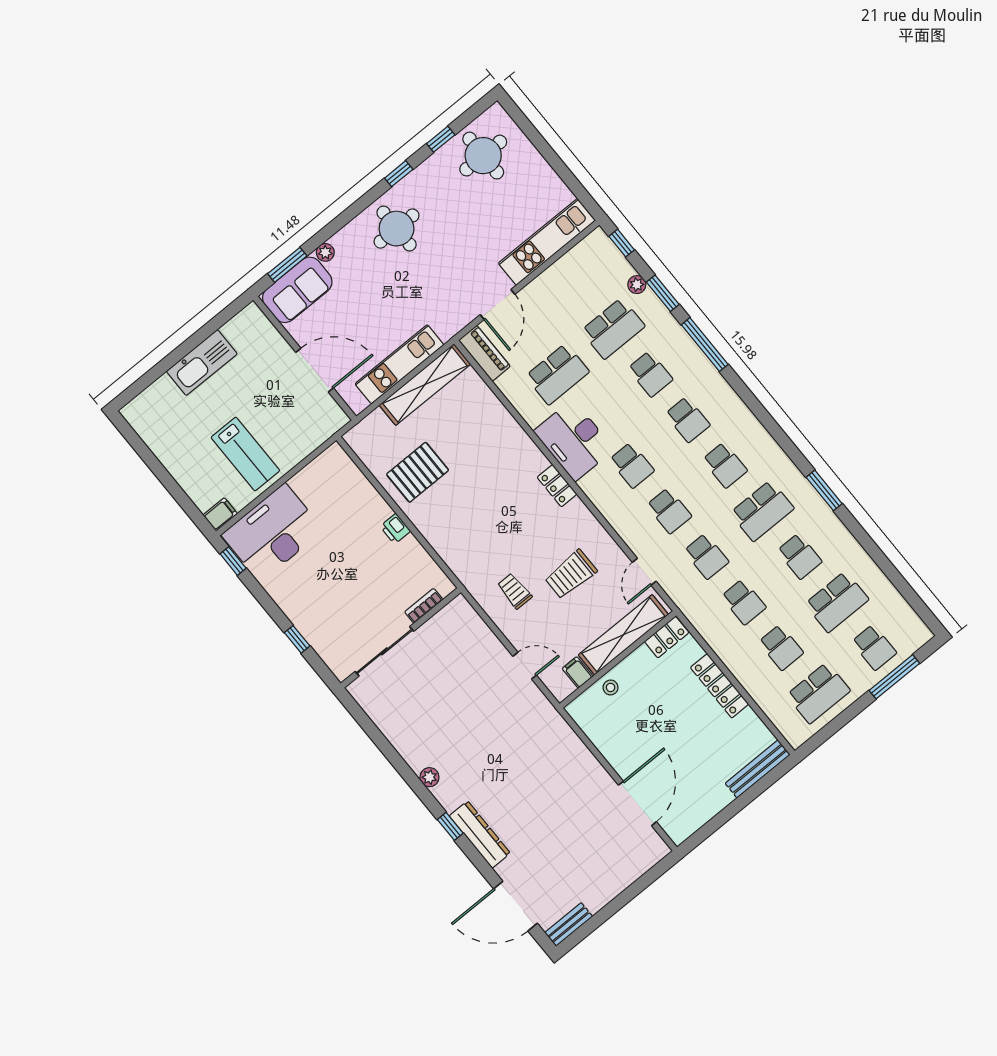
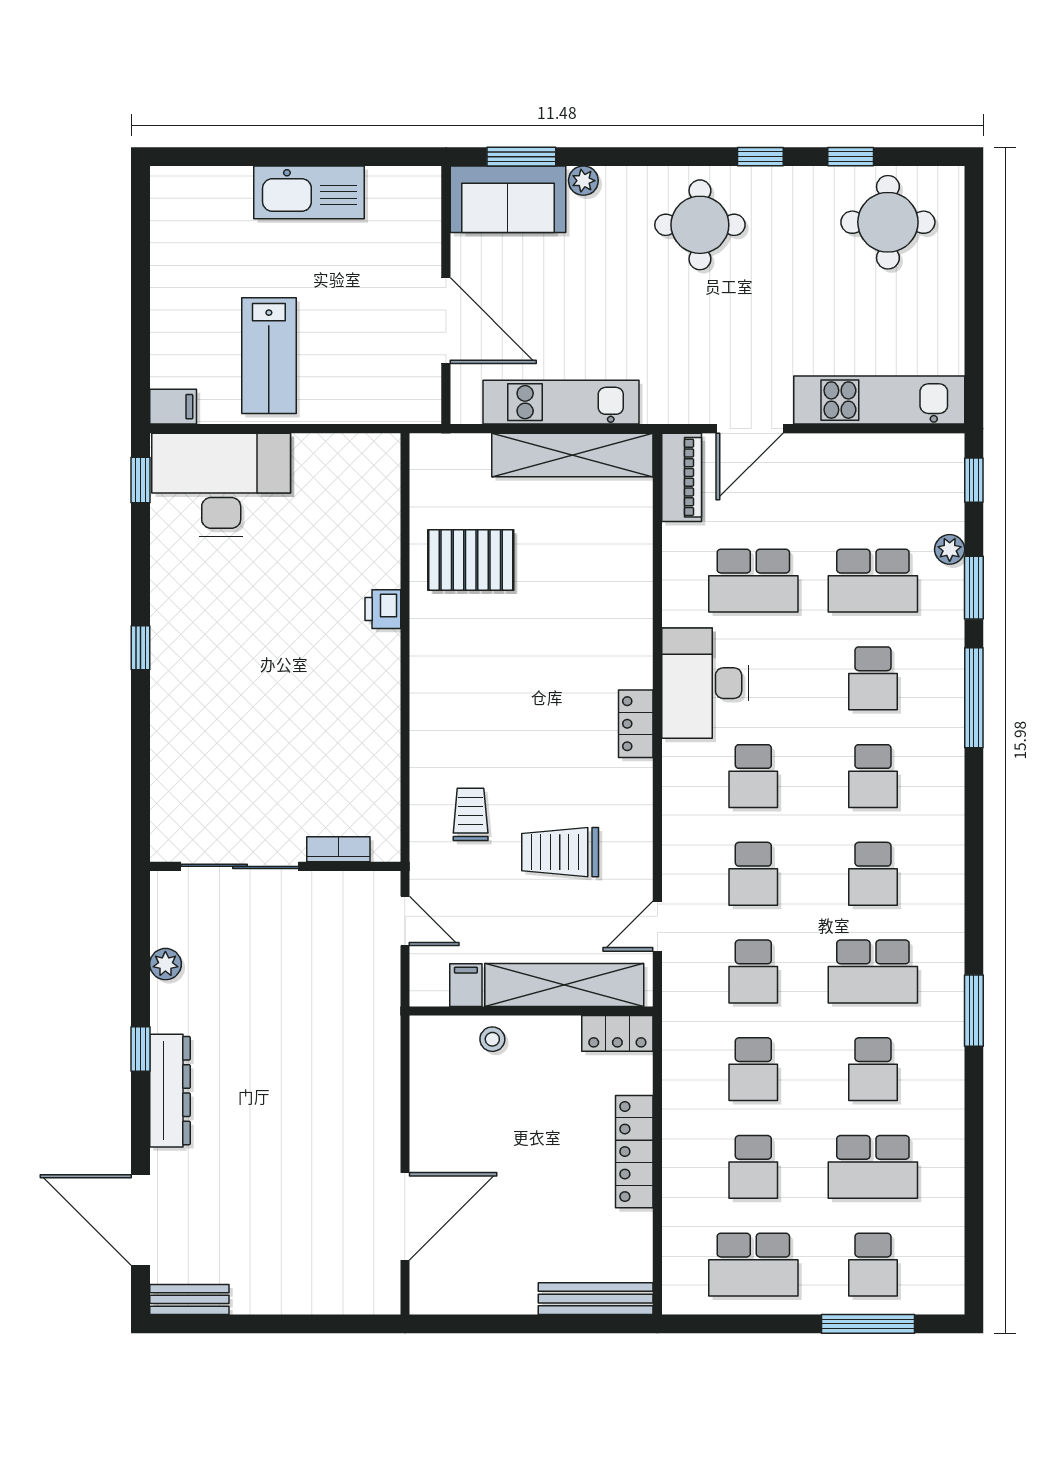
bookcase: (424, 606) -> (338, 849), moved
wall: (401, 638) -> (275, 866), moved
sliding door: (384, 651) -> (240, 866), moved

